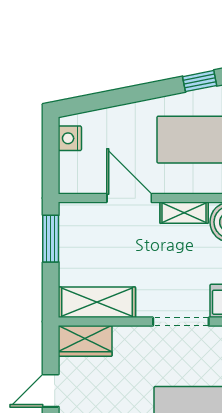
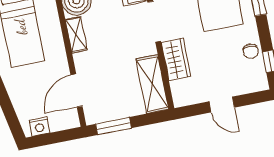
door: (129, 198) -> (76, 91), moved
wardrobe: (85, 341) -> (176, 59), moved

